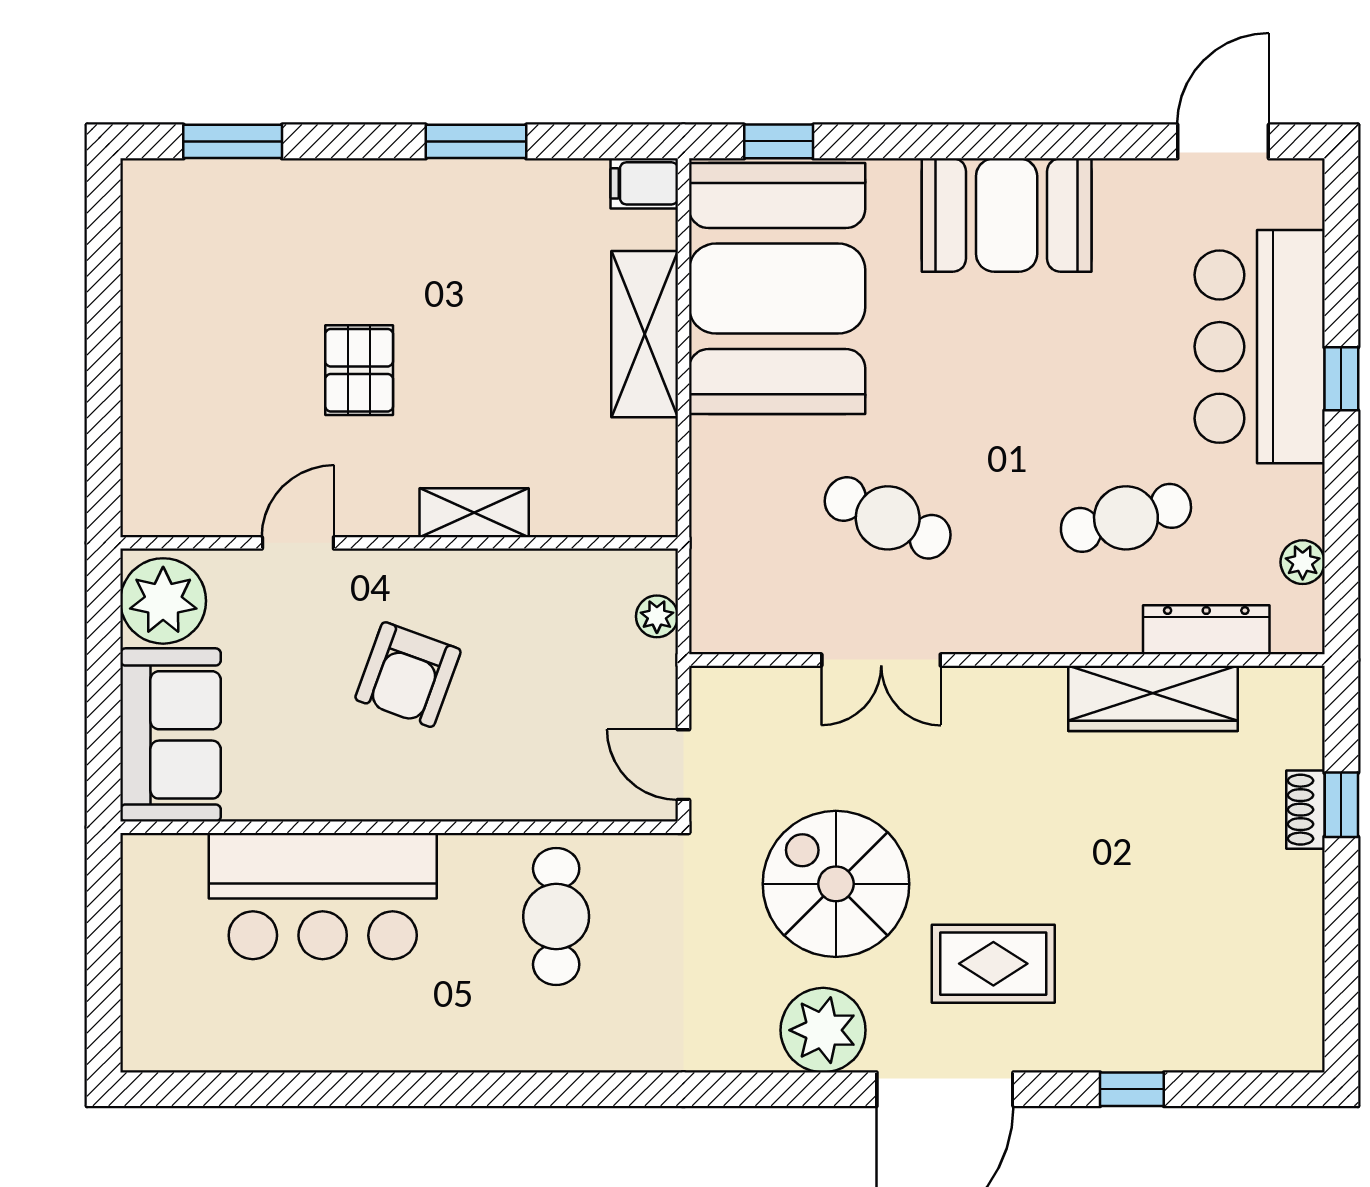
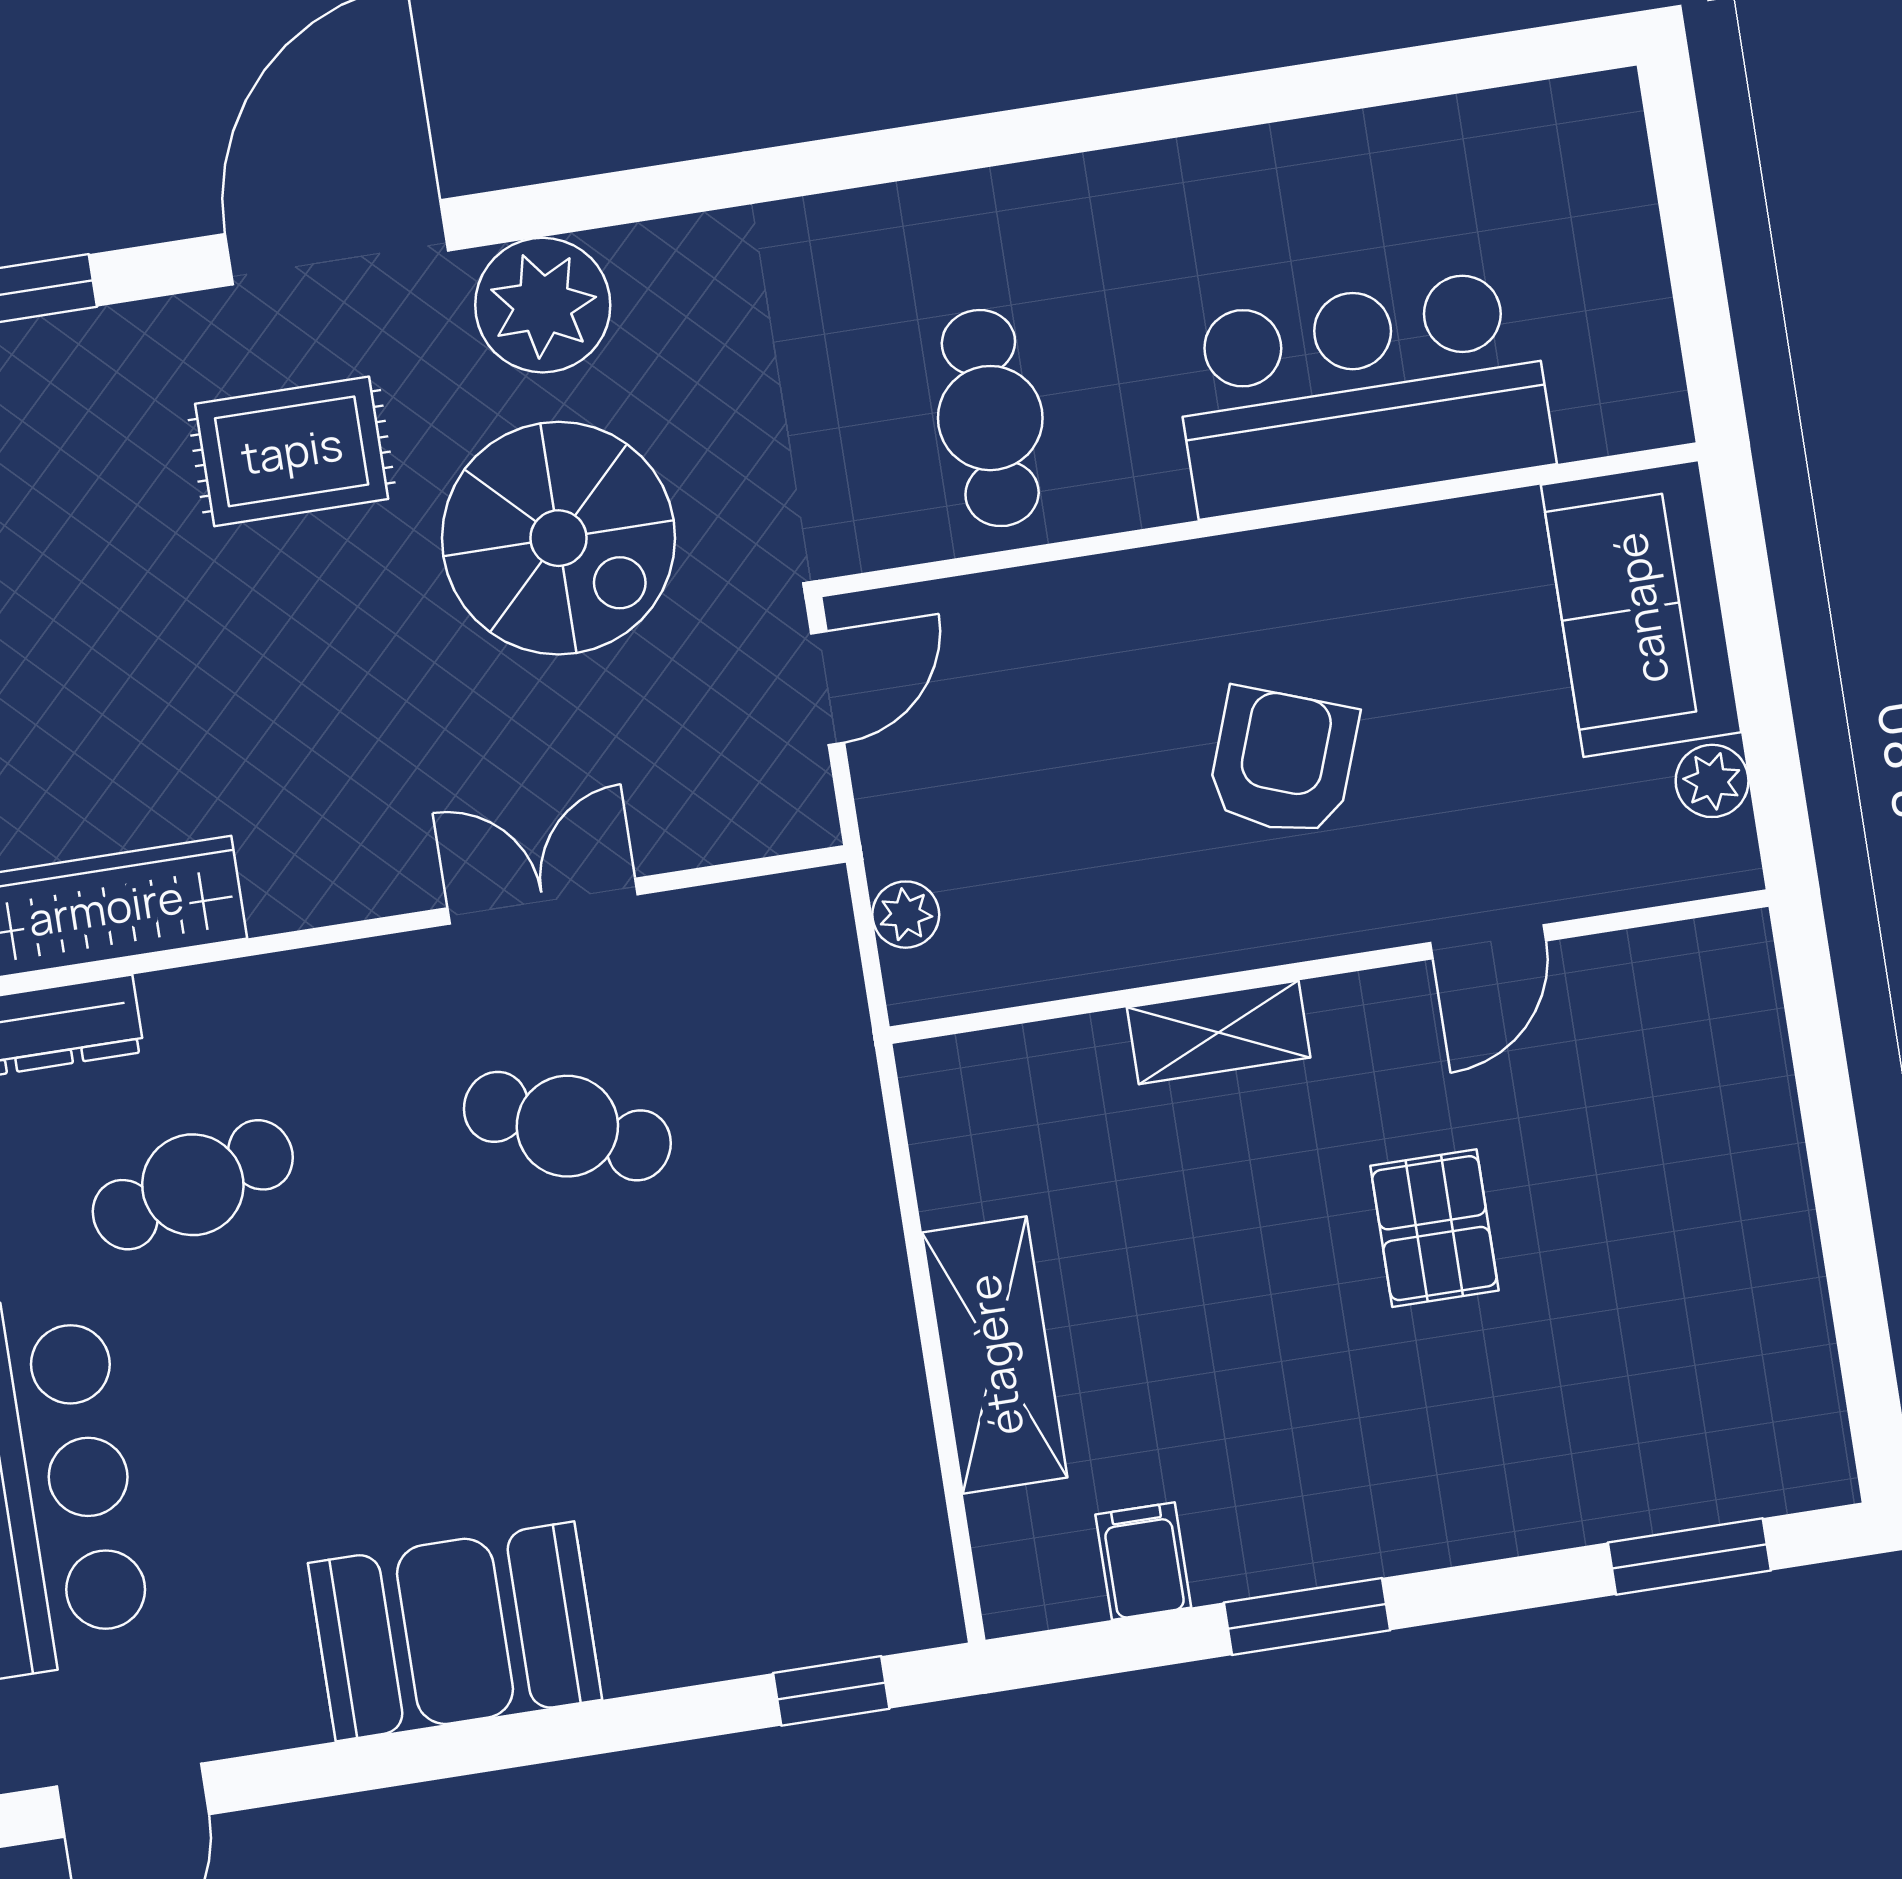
filing cabinet: (644, 183) -> (1143, 1561), moved, turned -90
booth: (777, 289) -> (798, 1459), removed
plant: (163, 601) -> (1712, 781), width x0.53, depth x0.53
door: (683, 765) -> (828, 688), hinge flipped

